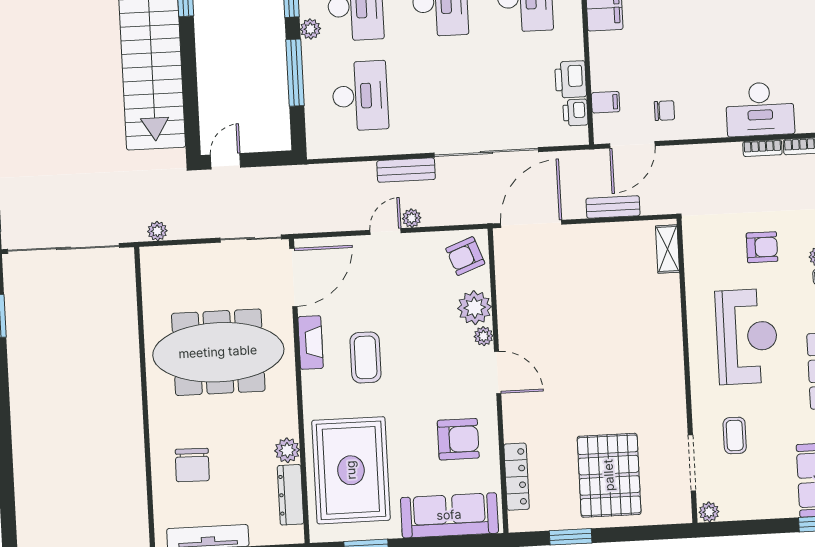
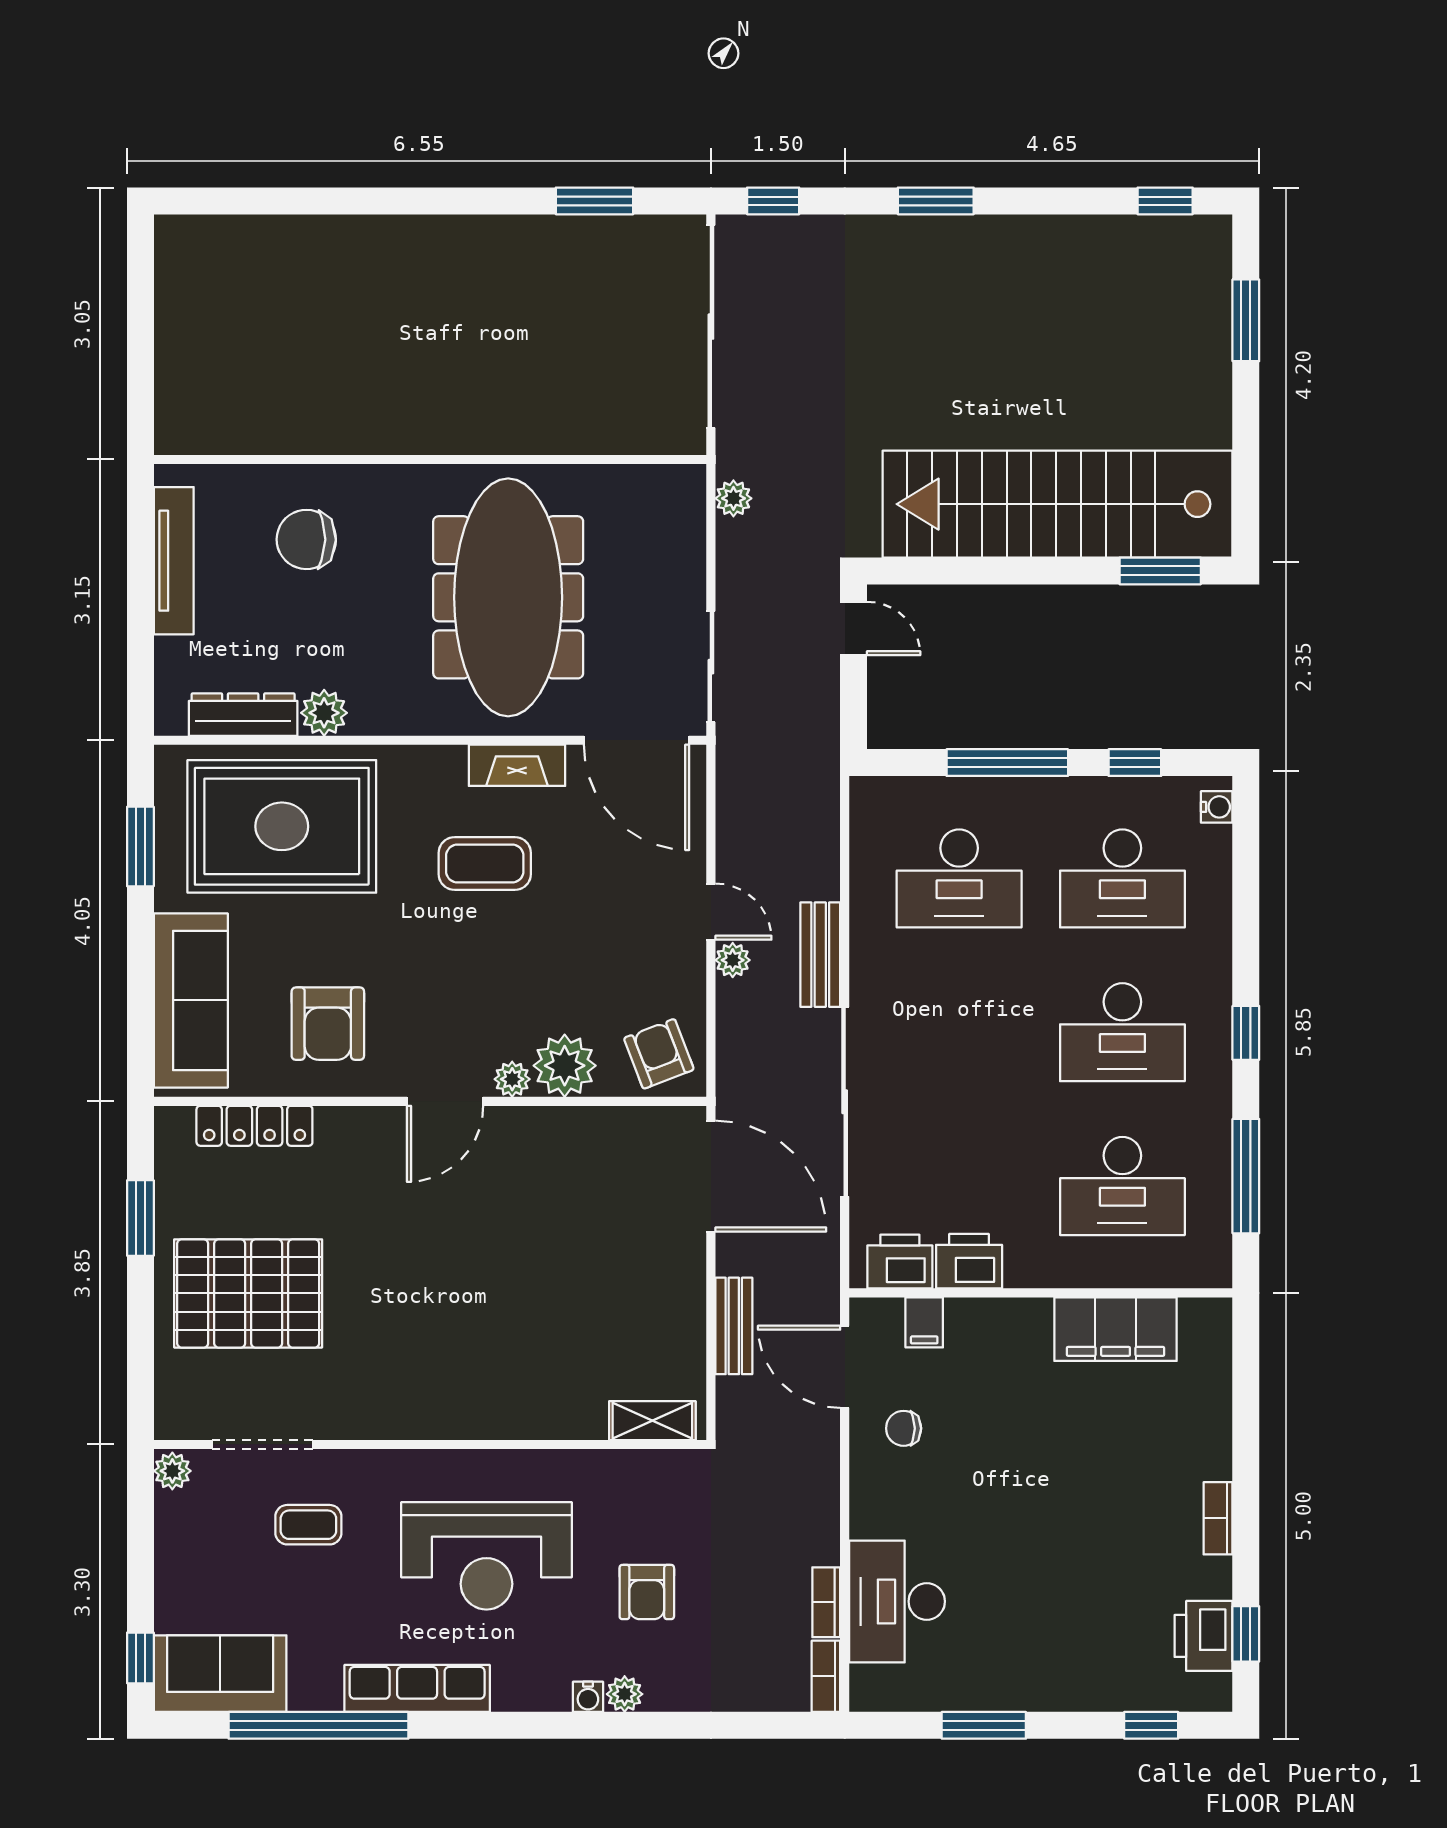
plant: (310, 29) -> (1085, 795), removed
chair: (664, 111) -> (904, 1428), turned 90
printer: (575, 112) -> (900, 1262), width x1.36, depth x1.24

